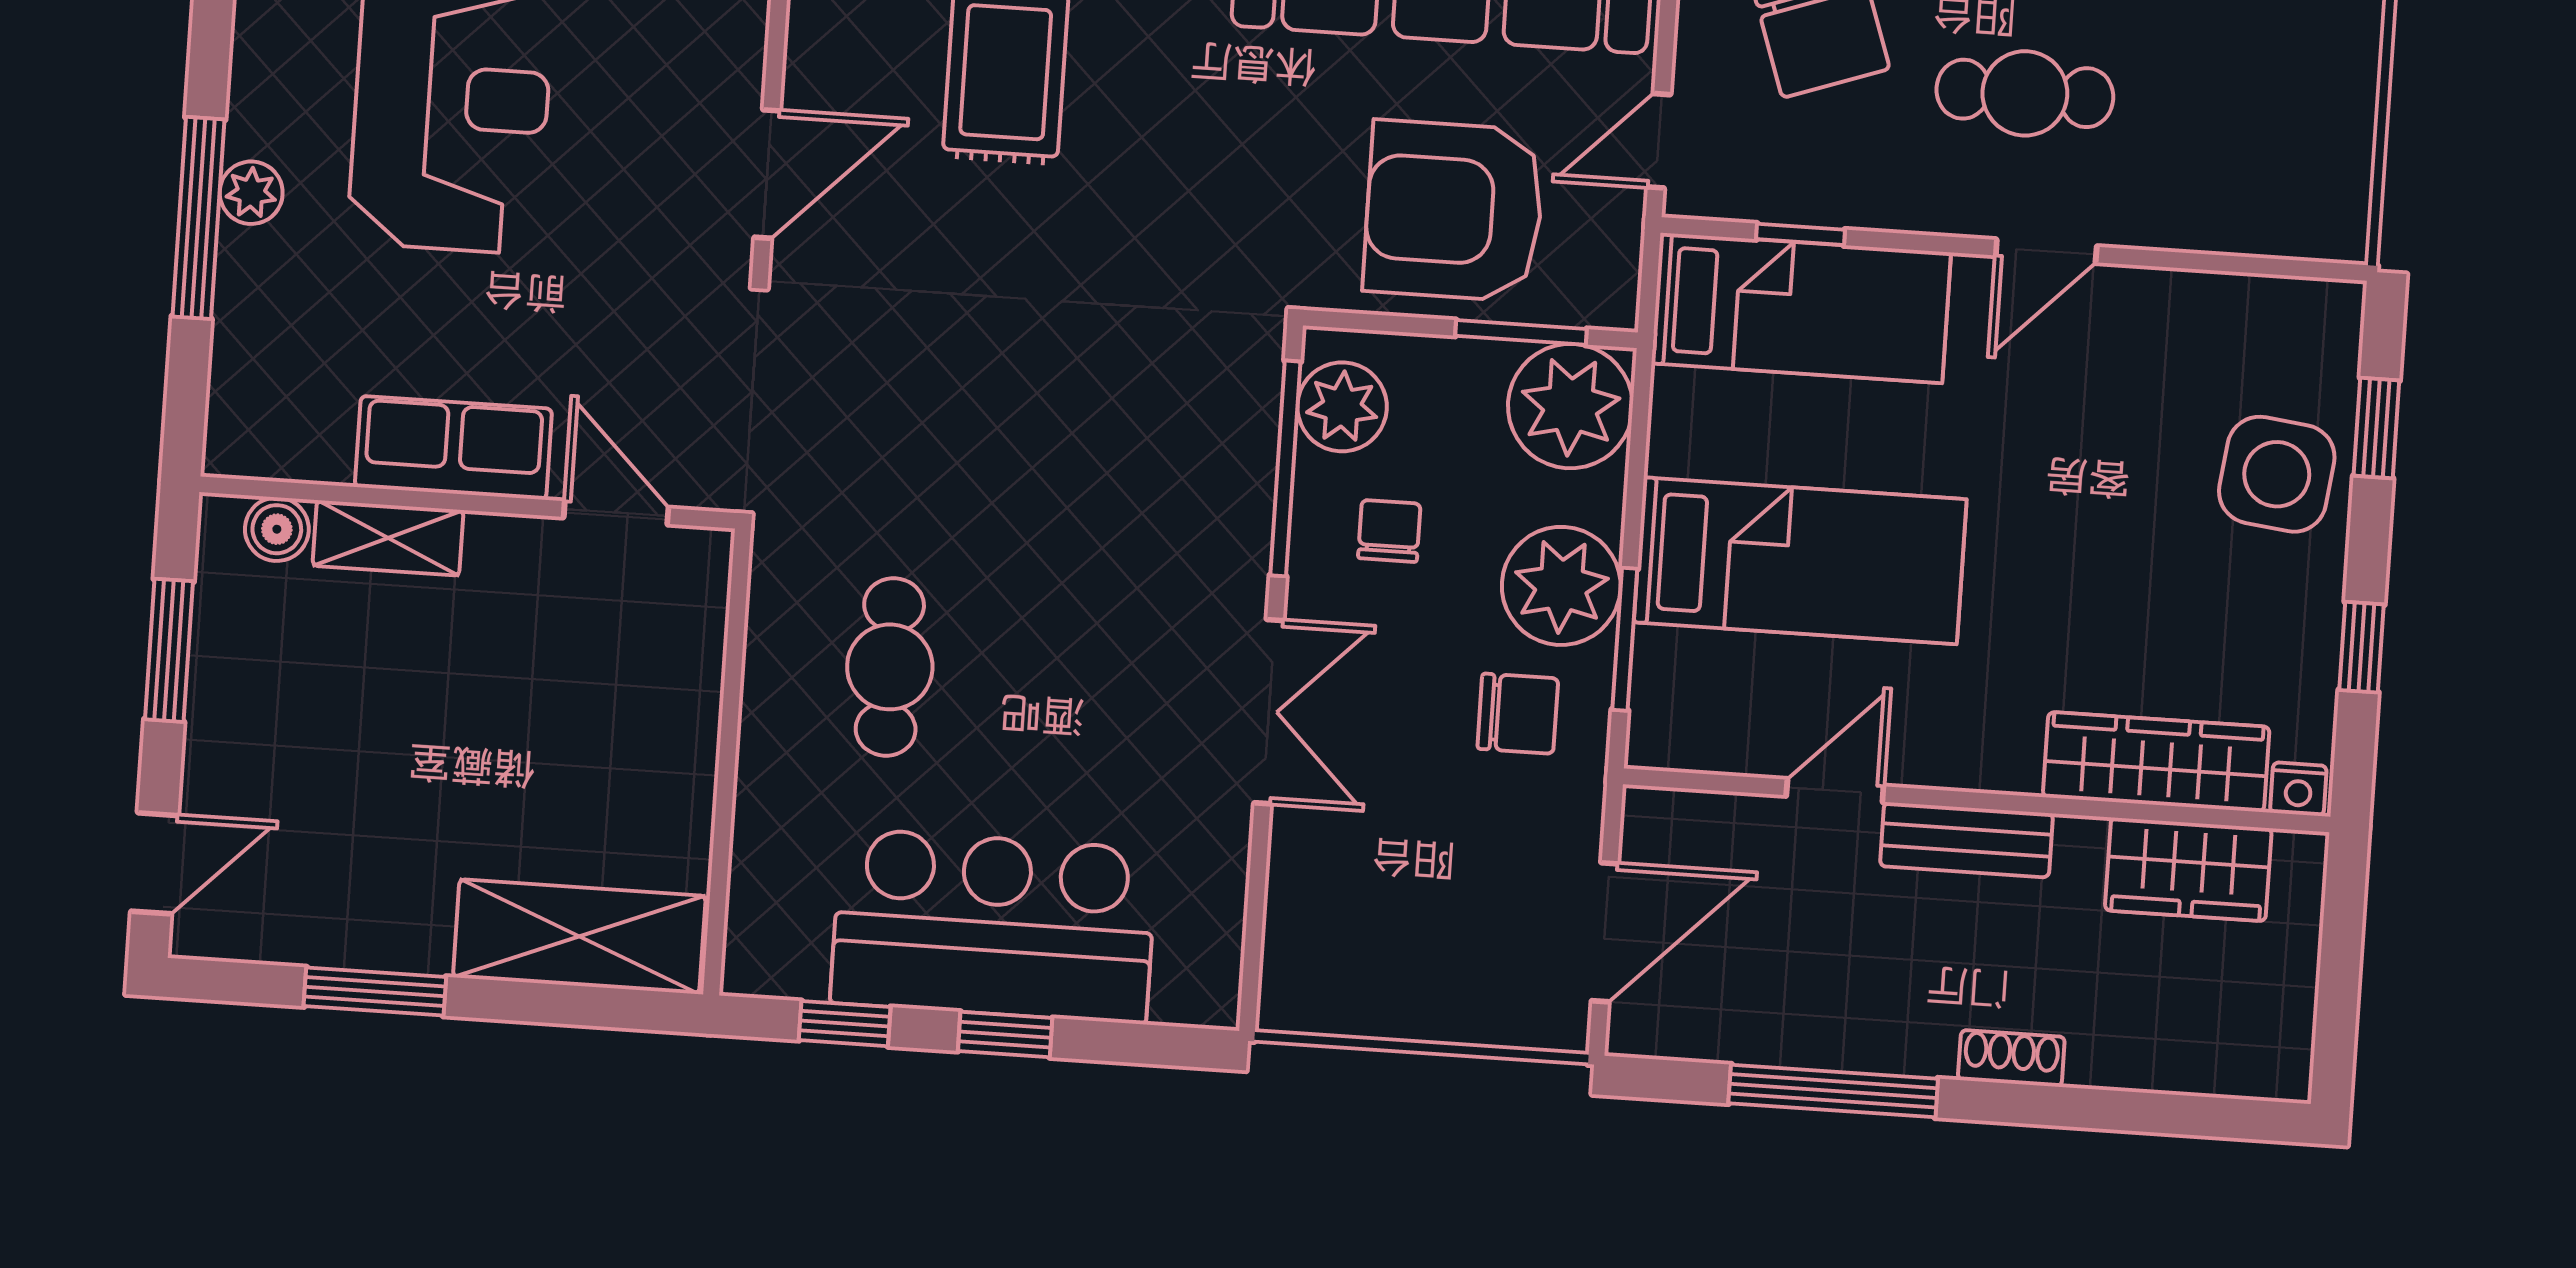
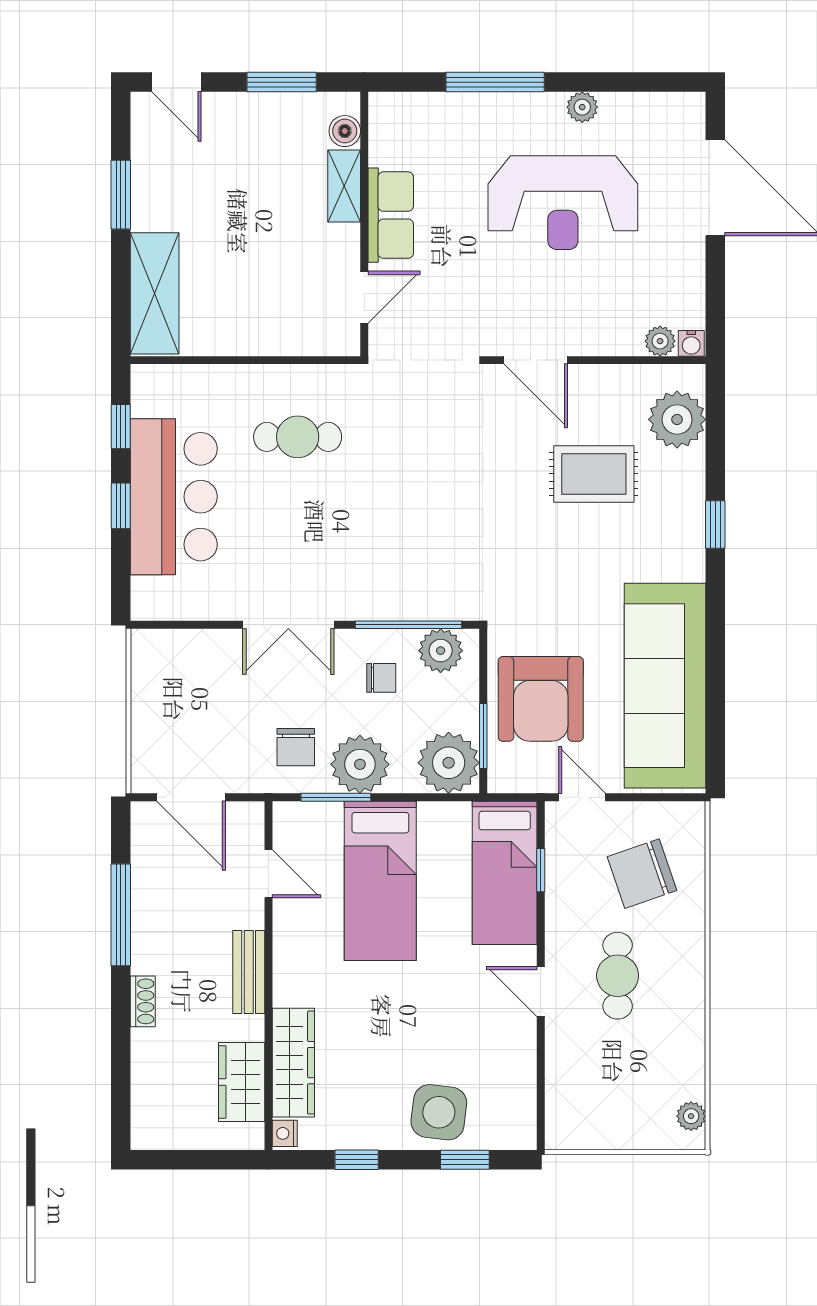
plant: (251, 193) -> (582, 107), moved
armchair: (1454, 211) -> (541, 699), turned 180
door: (1835, 791) -> (268, 874), moved

